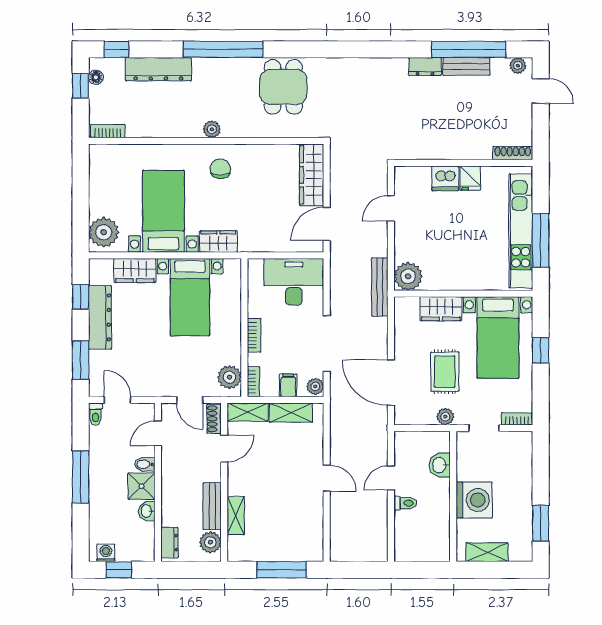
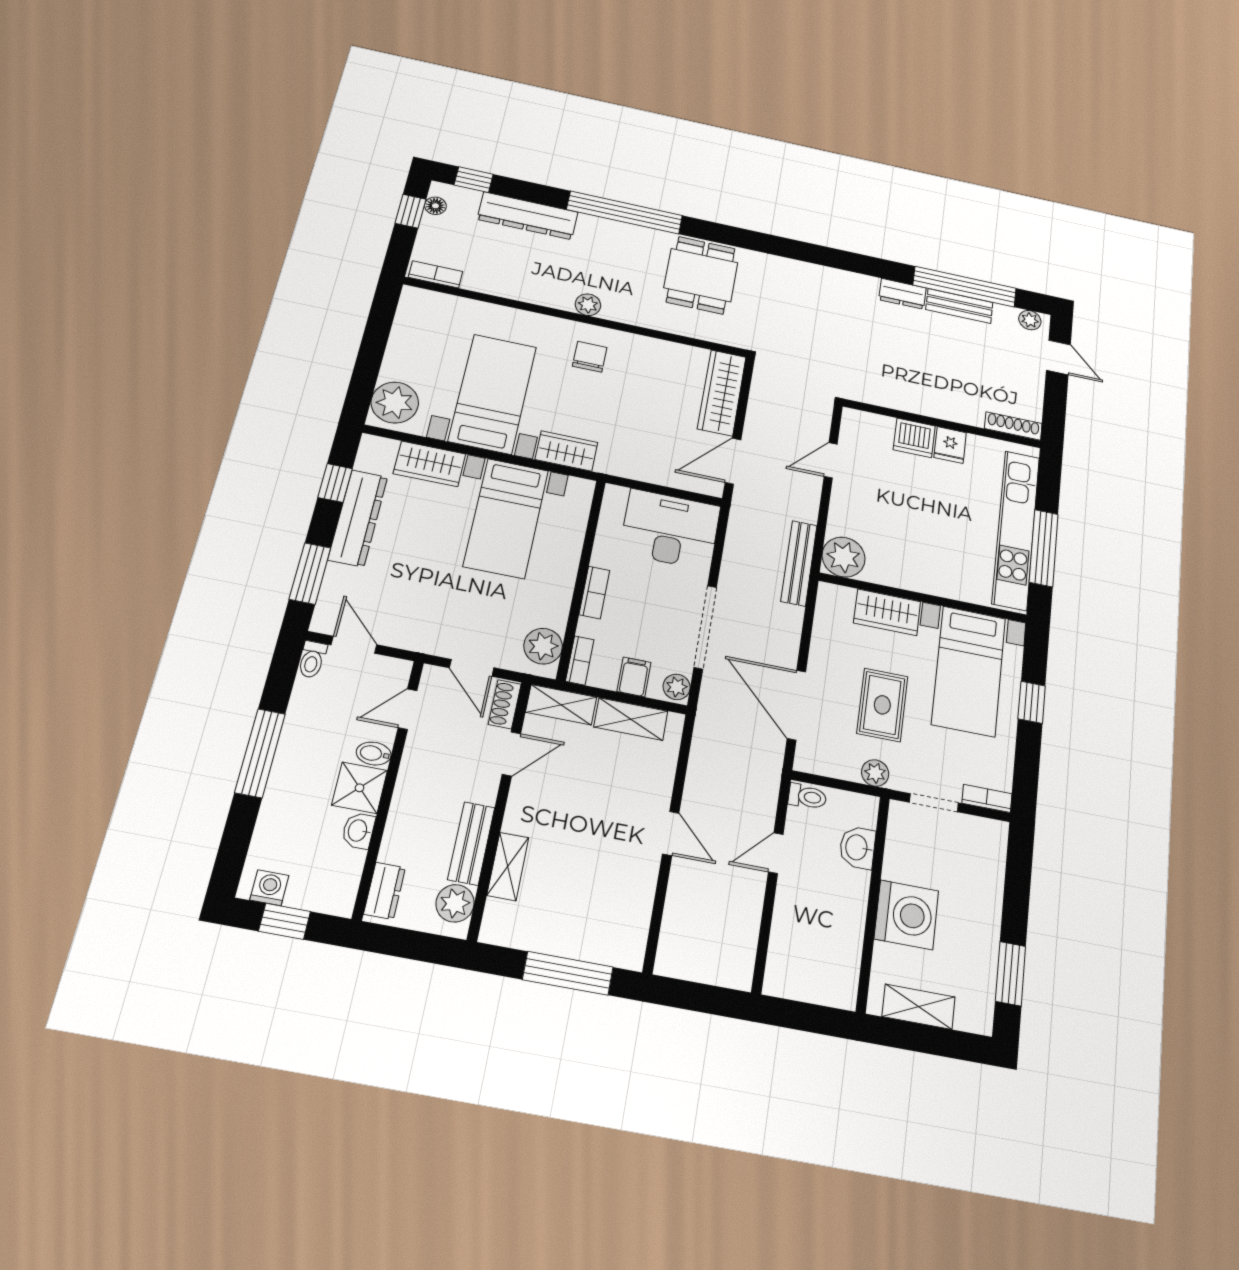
toilet: (405, 503) -> (807, 797), moved

